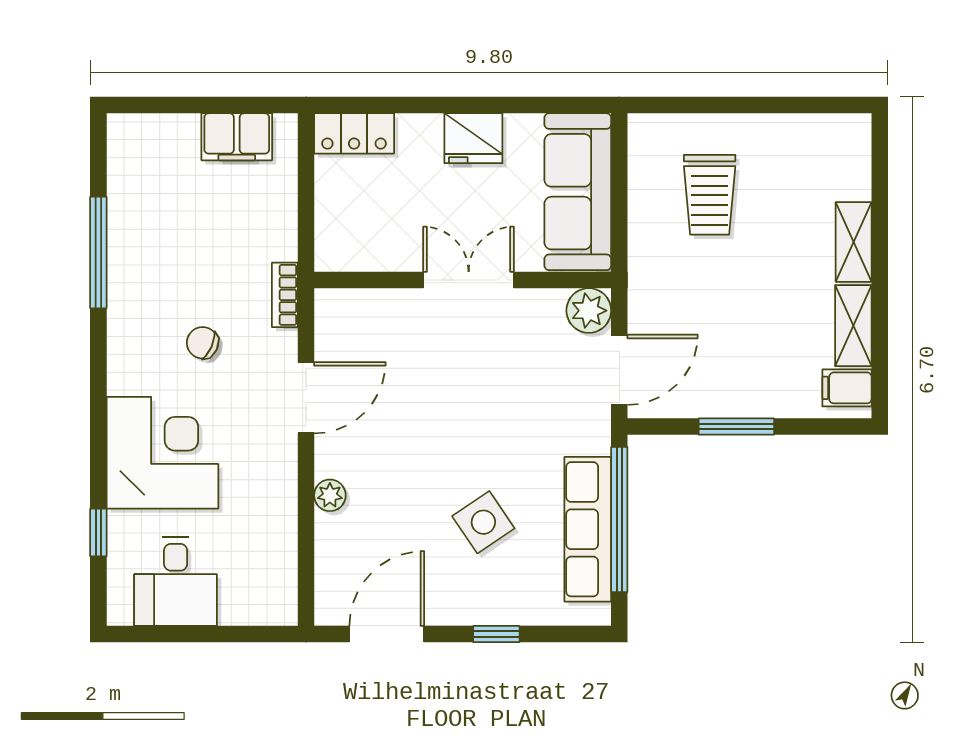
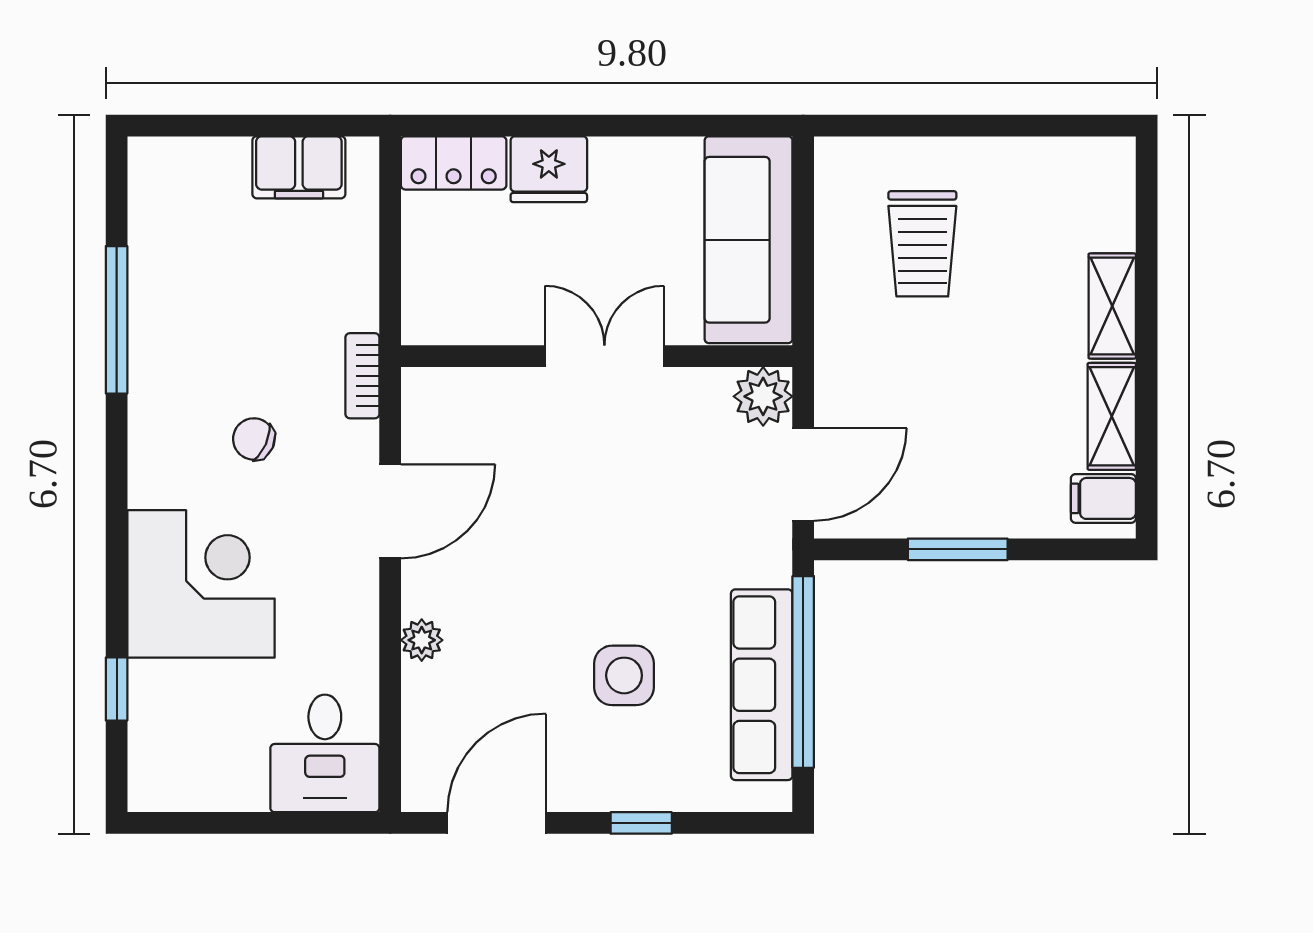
fridge: (473, 138) -> (549, 169), moved
side table: (483, 522) -> (624, 675), turned 34
desk: (176, 581) -> (325, 753), moved

